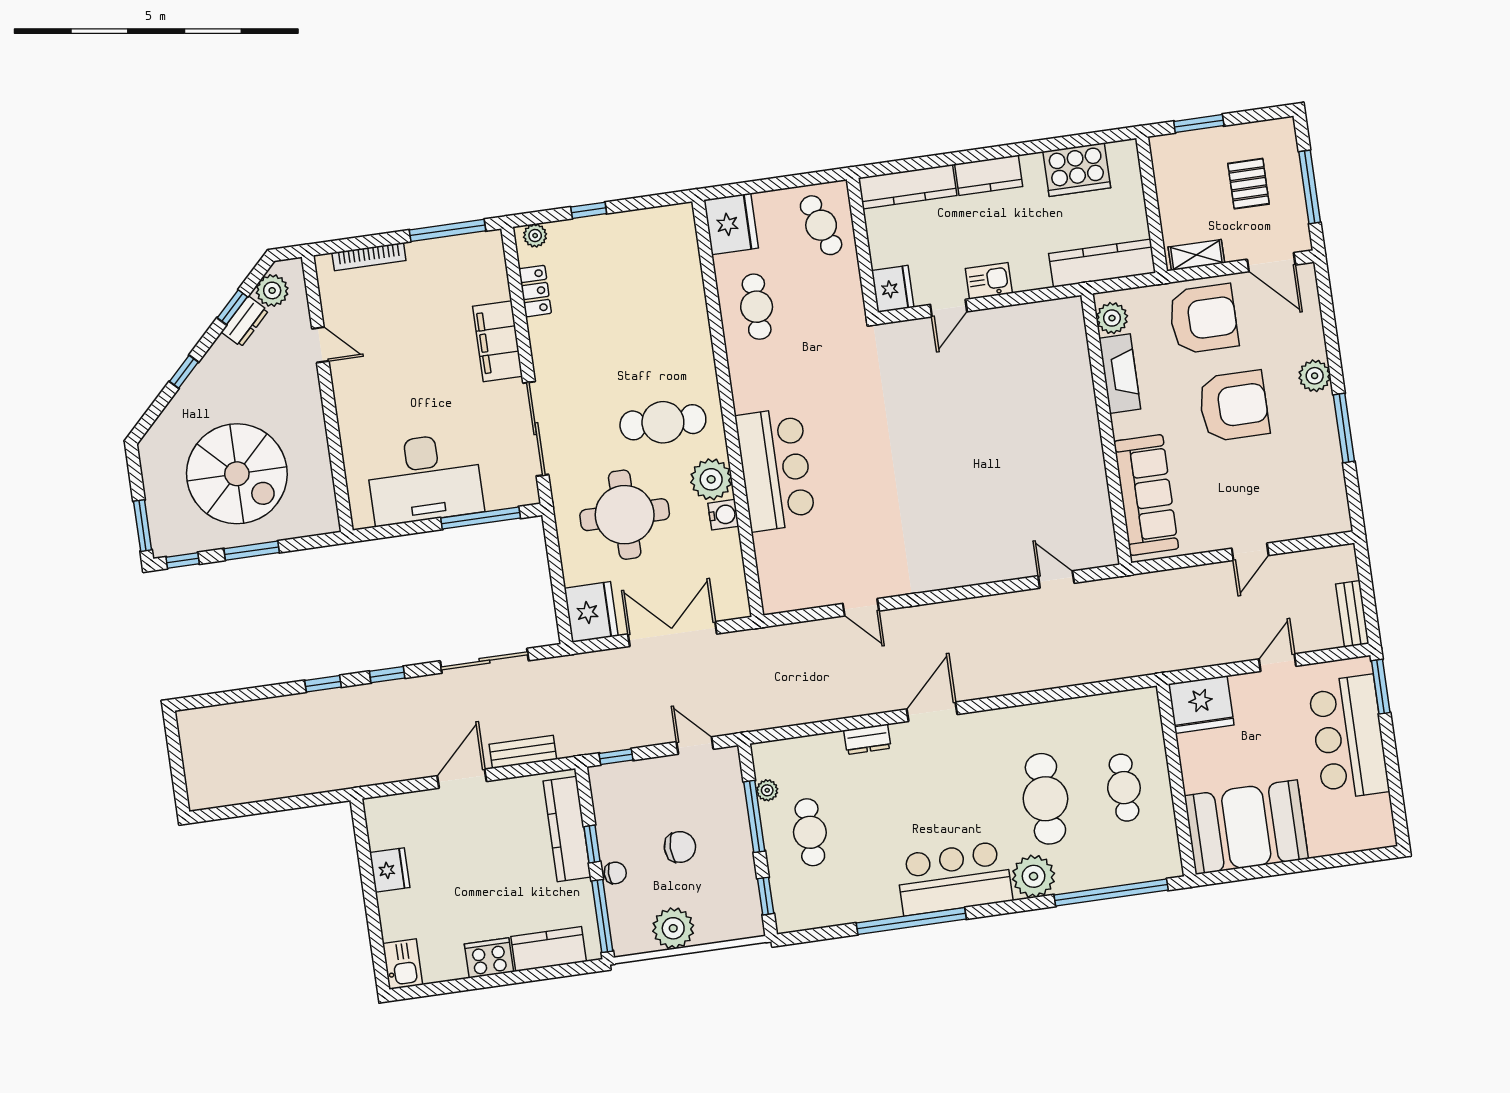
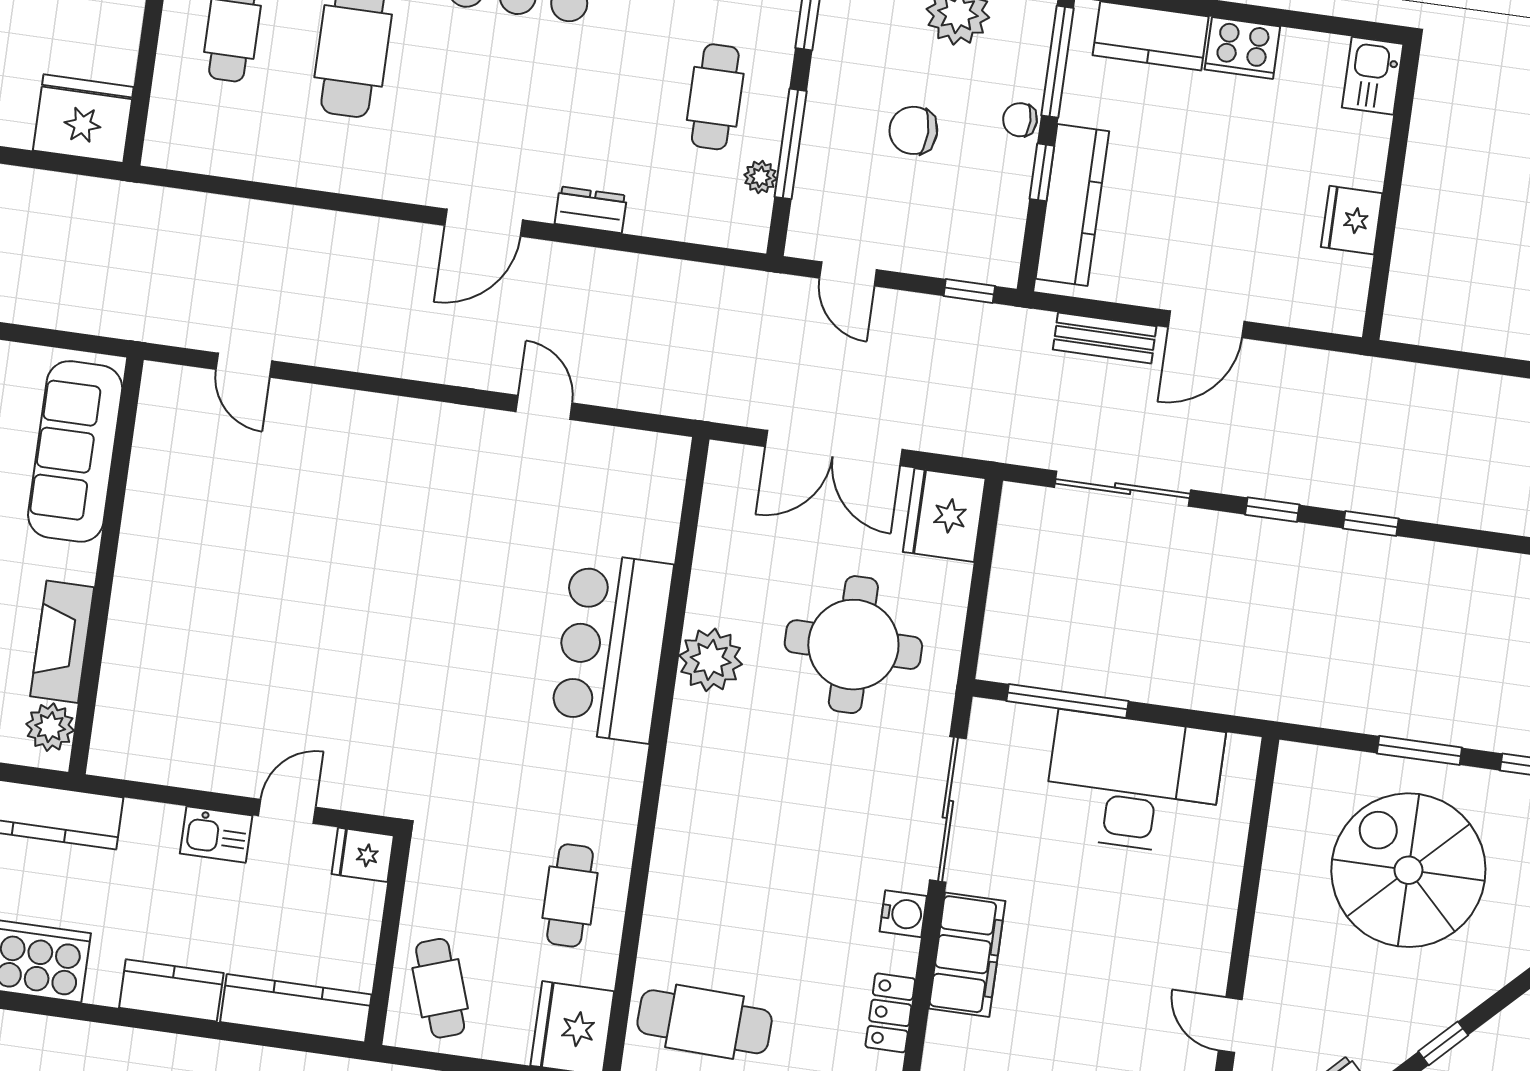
fridge: (893, 289) -> (363, 855), width x0.72
cafe table: (663, 422) -> (705, 1022), moved
water cooler: (723, 515) -> (903, 914), moved, turned 180

